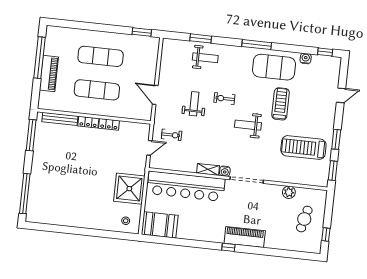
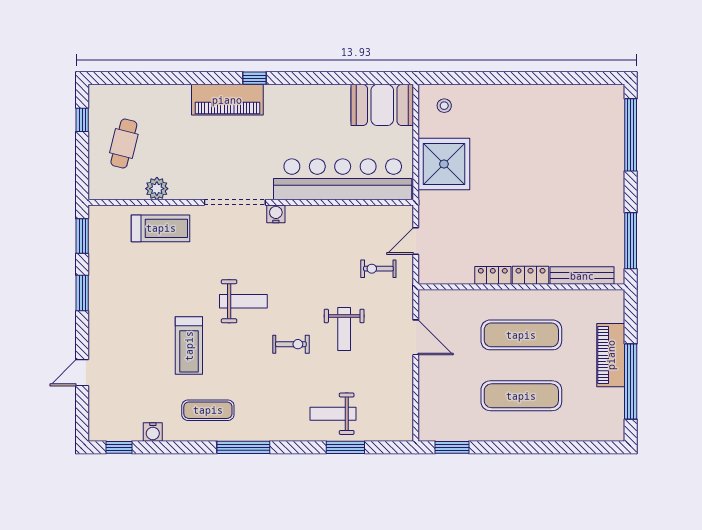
exercise mat: (274, 67) -> (208, 410), width x0.50, depth x0.69
treadmill: (303, 147) -> (161, 228), moved, width x0.73, depth x0.73
shelving: (208, 169) -> (306, 214), removed

